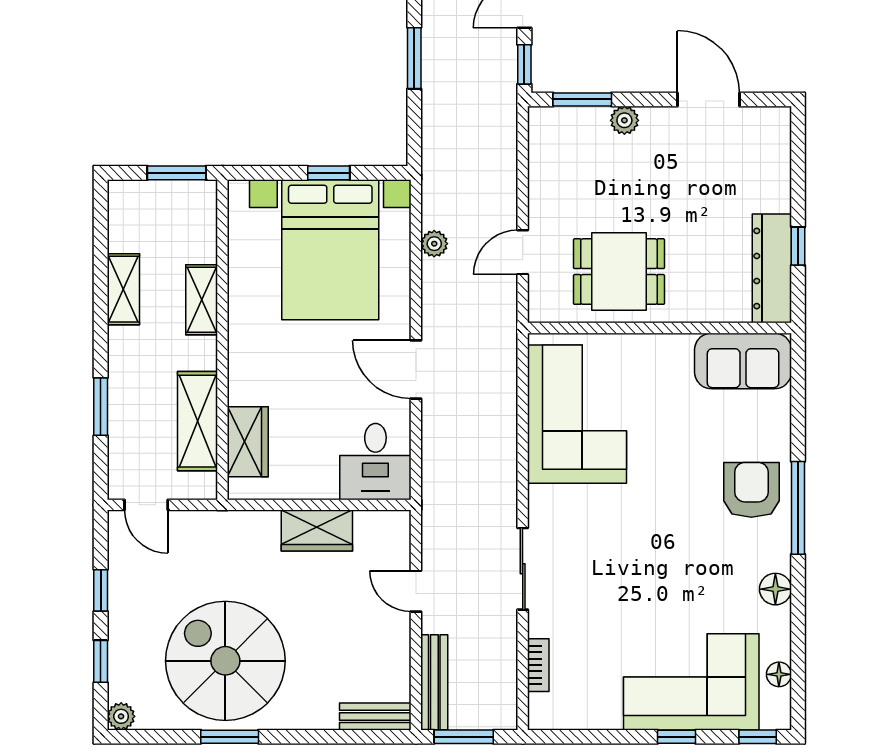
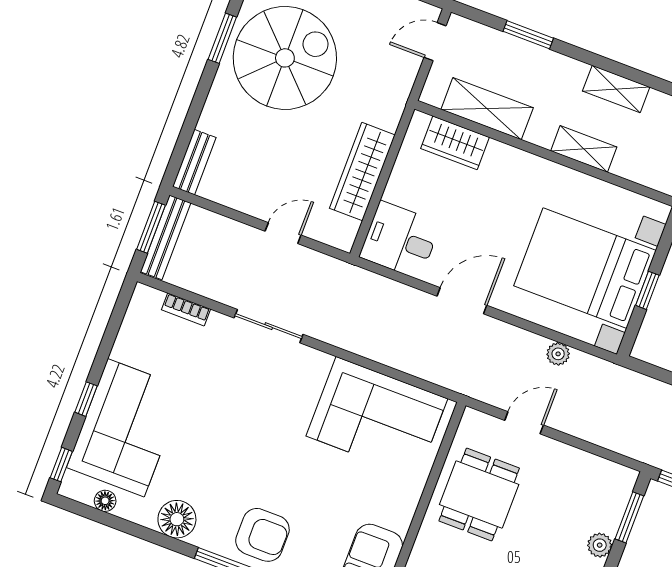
door: (523, 252) -> (524, 423), hinge flipped
wardrobe: (317, 530) -> (362, 172), width x1.50
floor lamp: (775, 589) -> (177, 519), width x1.38, depth x1.38
bench: (434, 682) -> (166, 237), moved, turned 90

